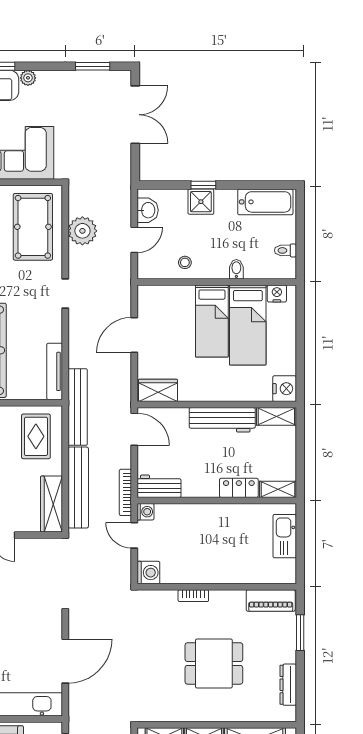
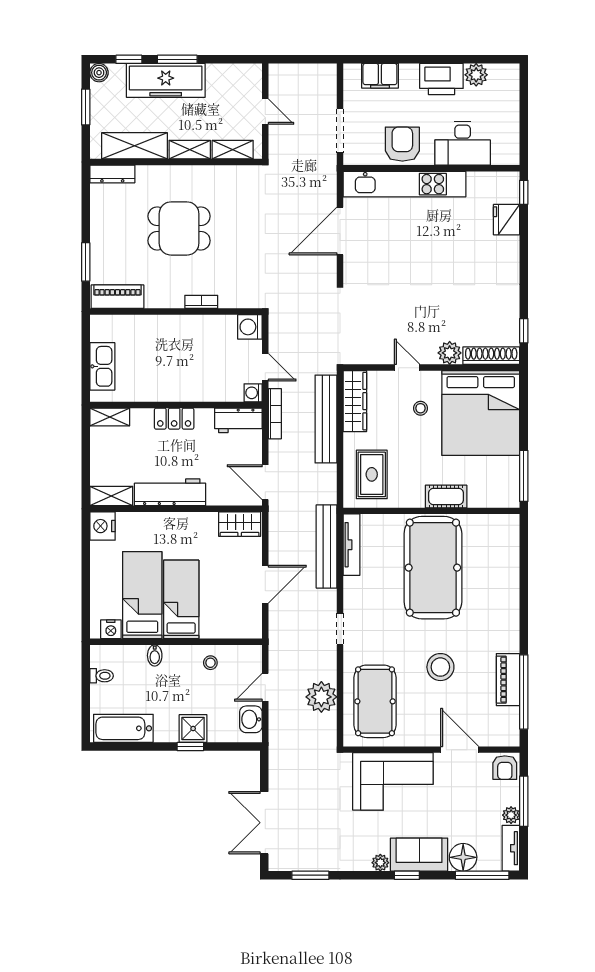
bench: (78, 407) -> (327, 546), moved
locker: (239, 488) -> (174, 419), moved
dresser: (288, 685) -> (112, 174), moved, turned 90

